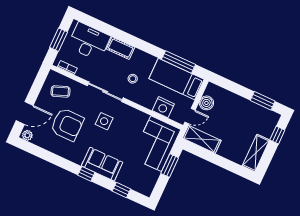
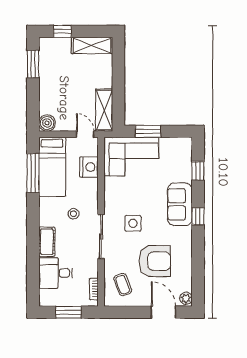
desk: (89, 42) -> (55, 273), width x0.73
boiler: (206, 103) -> (47, 123), moved
armchair: (67, 124) -> (155, 261), turned 90

